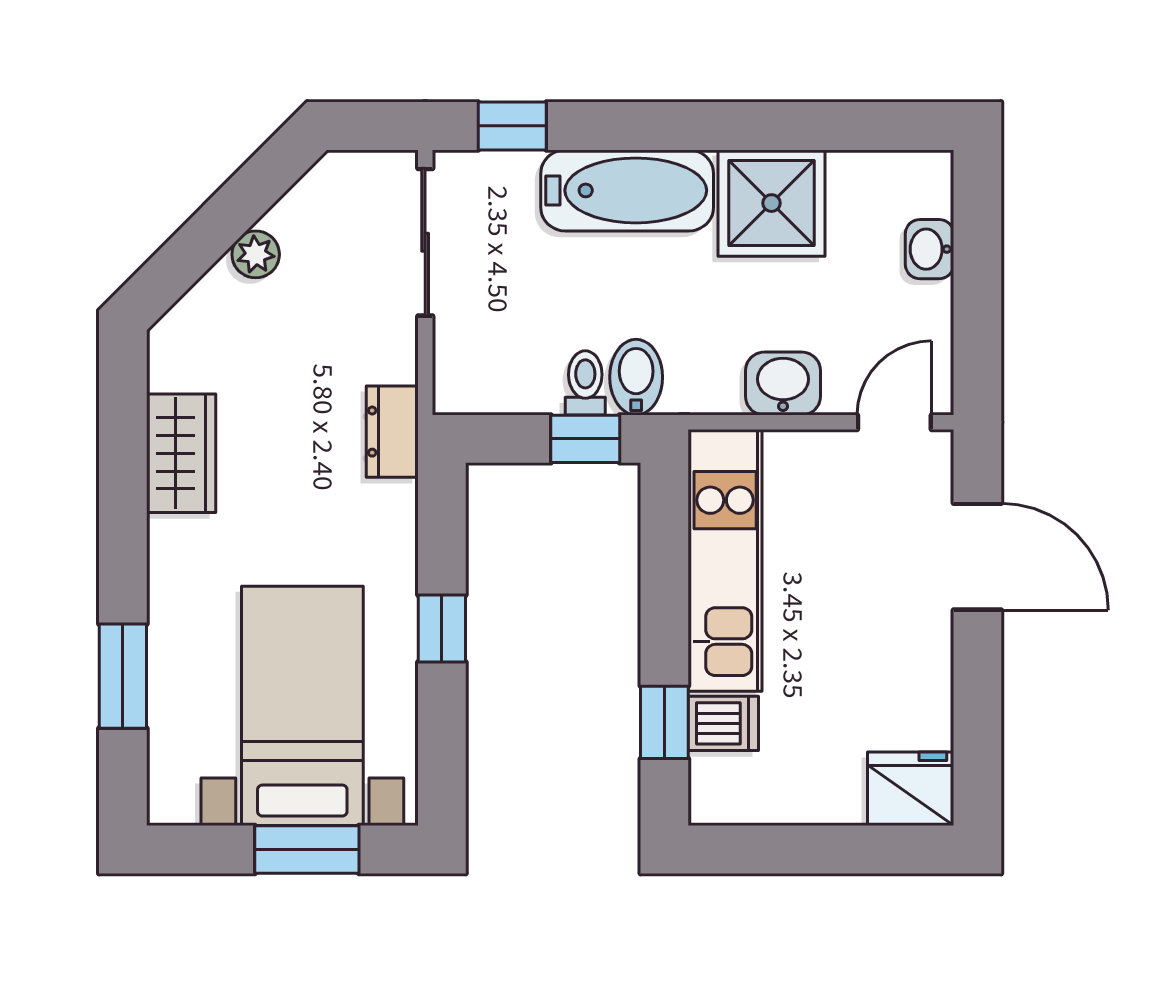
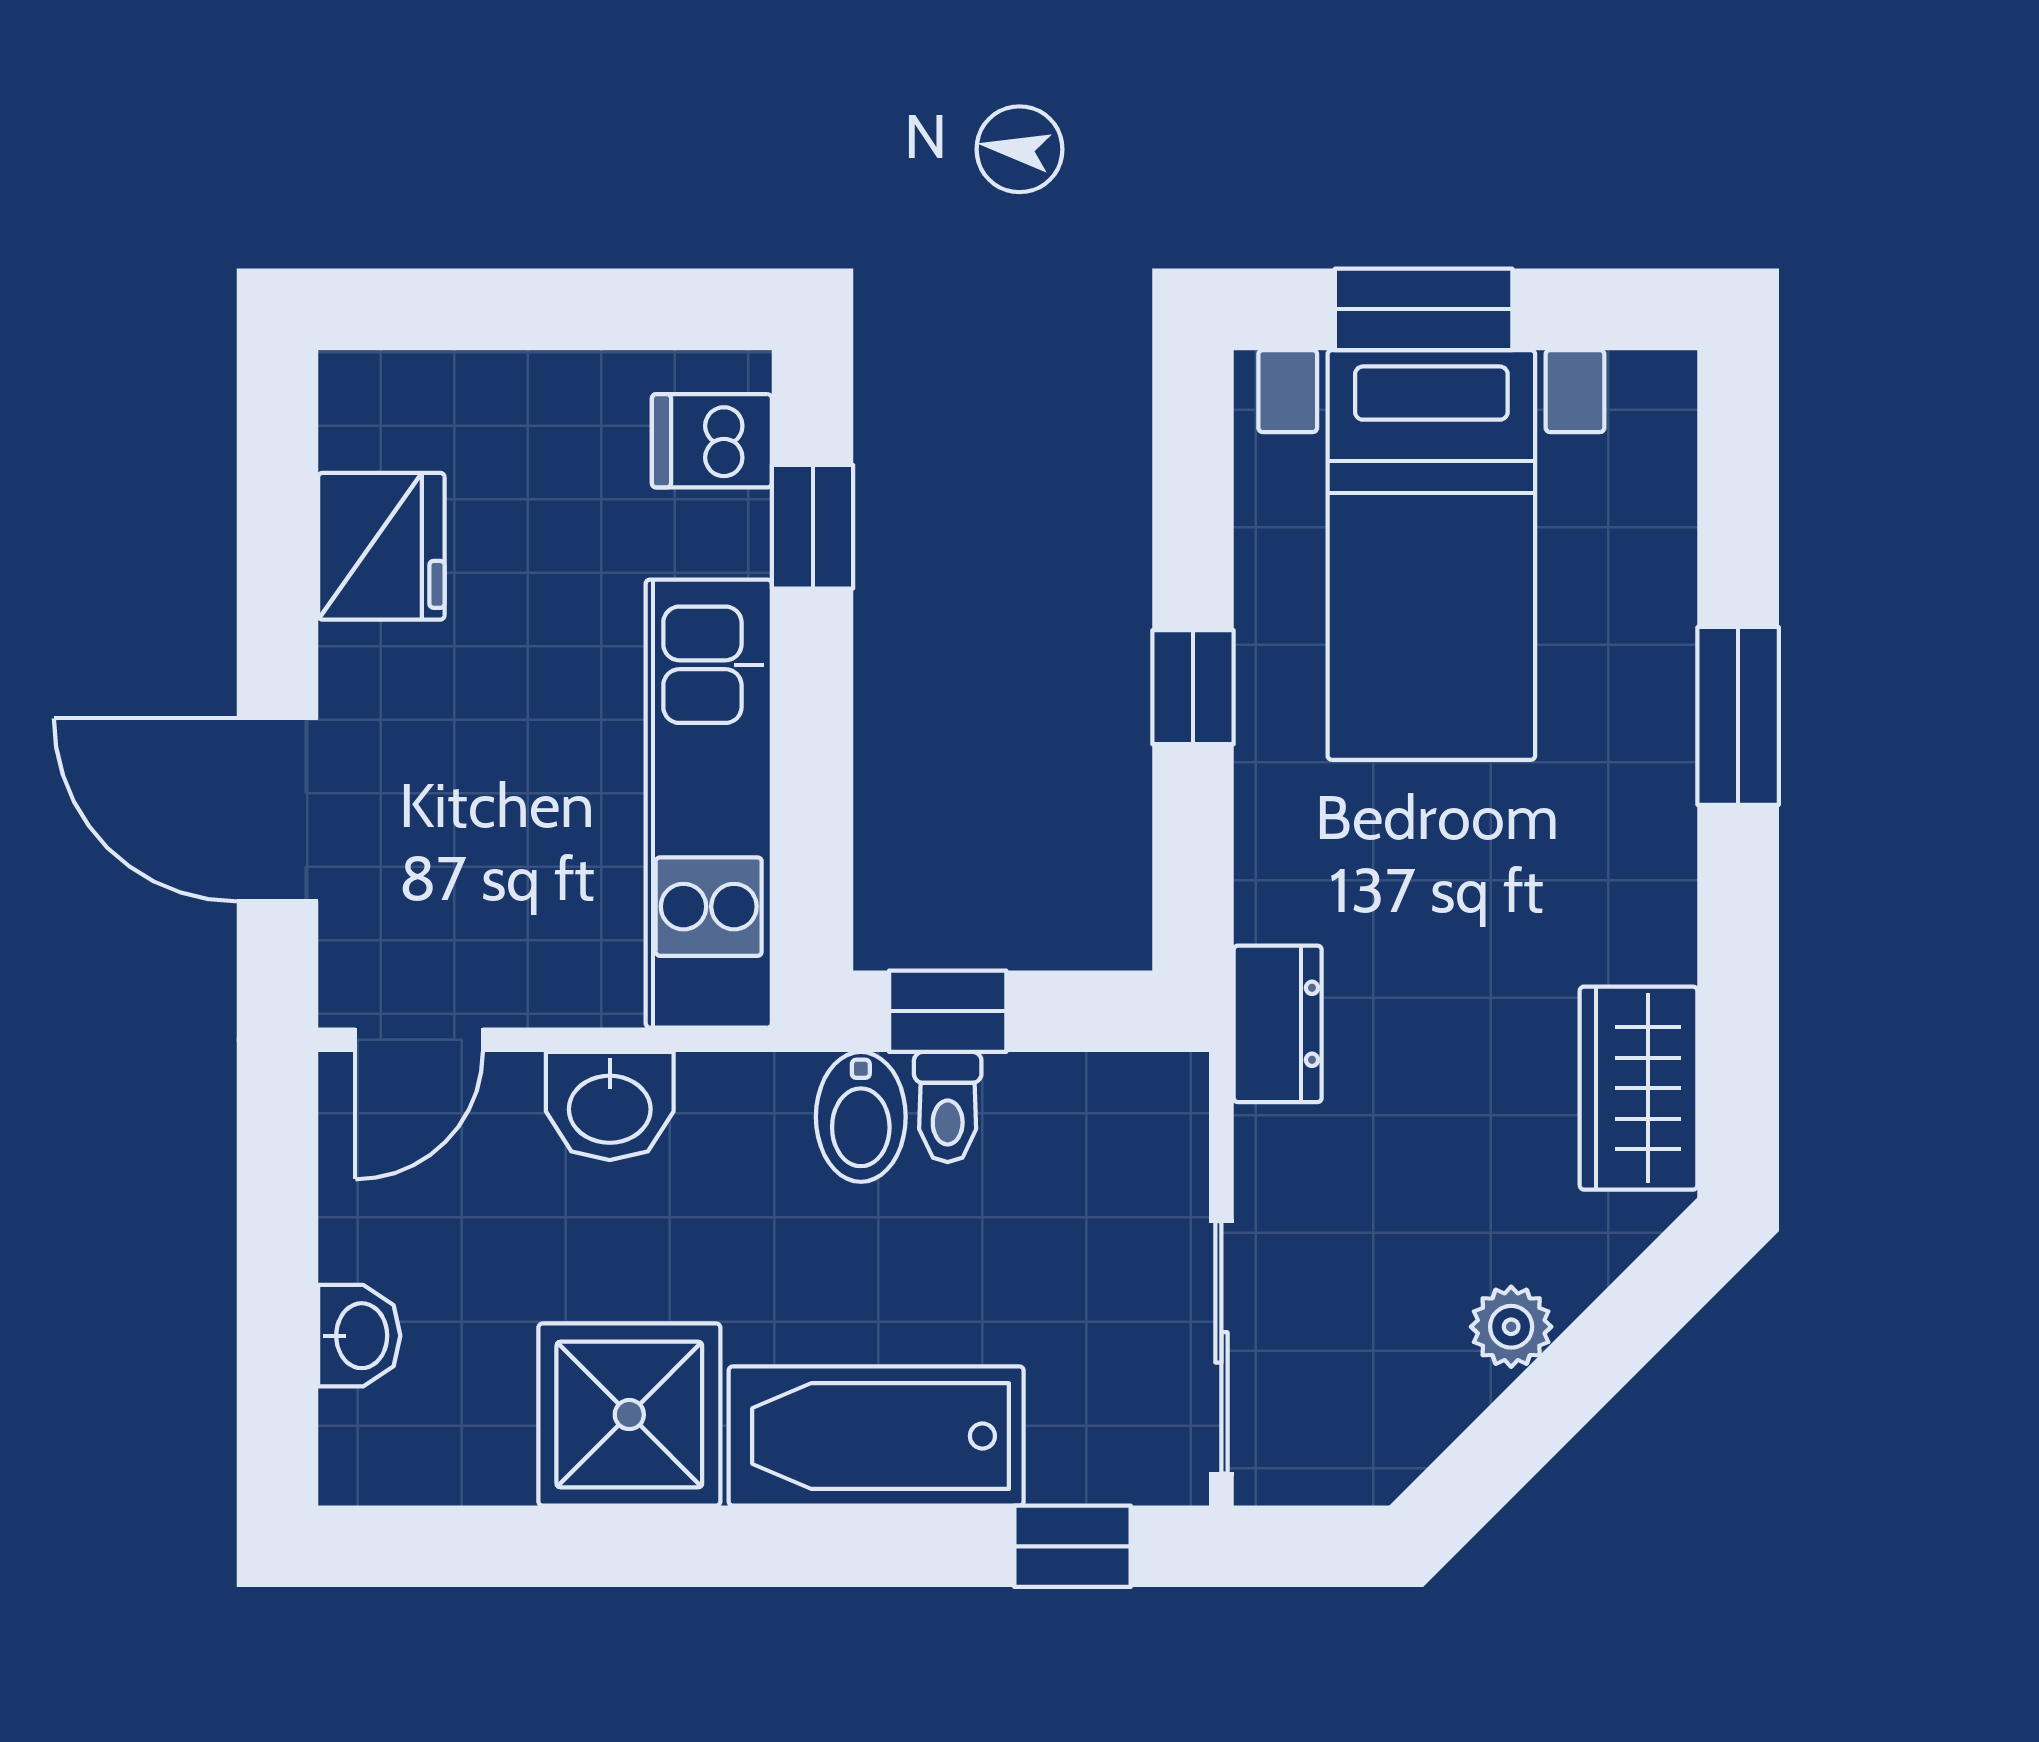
wardrobe: (181, 453) -> (1639, 1088), moved
window: (123, 676) -> (1738, 716), moved
dishwasher: (723, 723) -> (712, 441), moved
fridge: (911, 789) -> (381, 546), moved, turned -90

